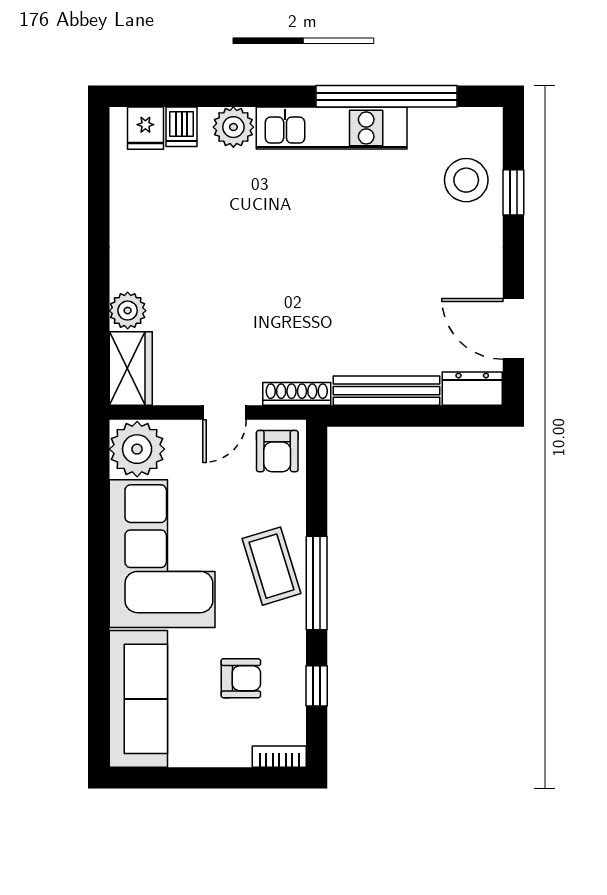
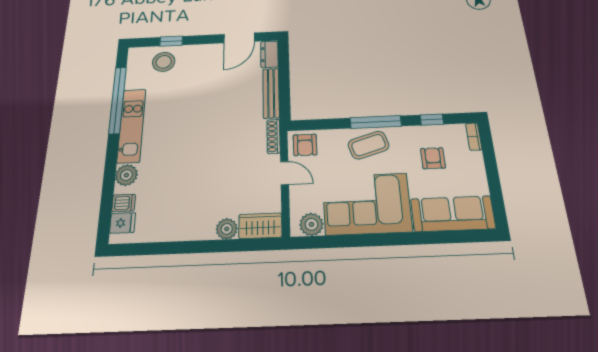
plant: (137, 449) -> (311, 224), width x0.73, depth x0.73
armchair: (277, 451) -> (305, 145), turned 90

